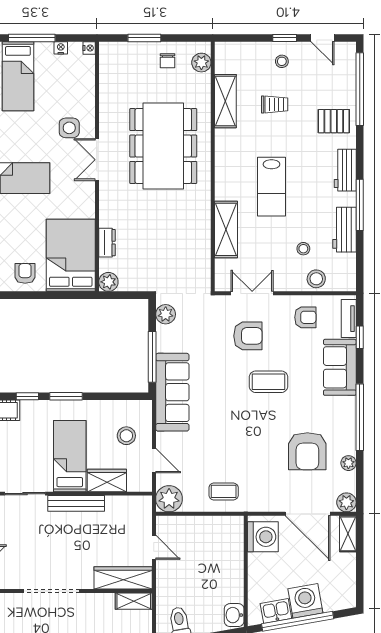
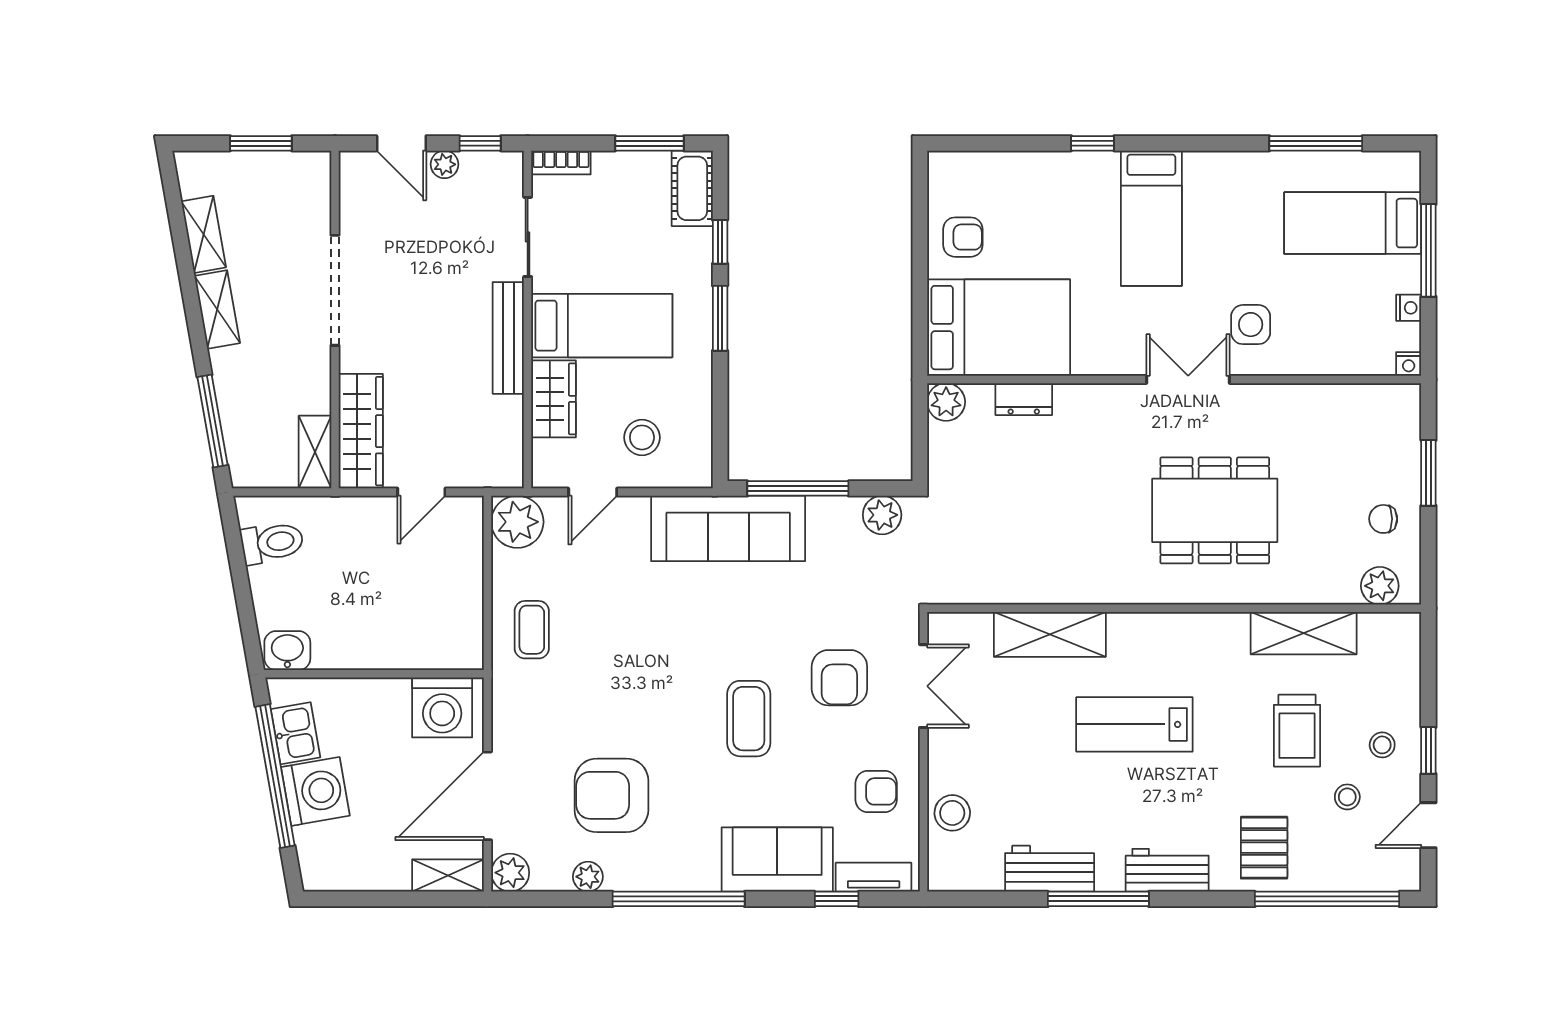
trolley: (275, 104) -> (1297, 731), width x1.36, depth x1.39
dining table: (163, 146) -> (1215, 510), width x0.73, depth x0.80
stool: (303, 249) -> (1347, 797), moved
armchair: (305, 317) -> (876, 791), turned -90

